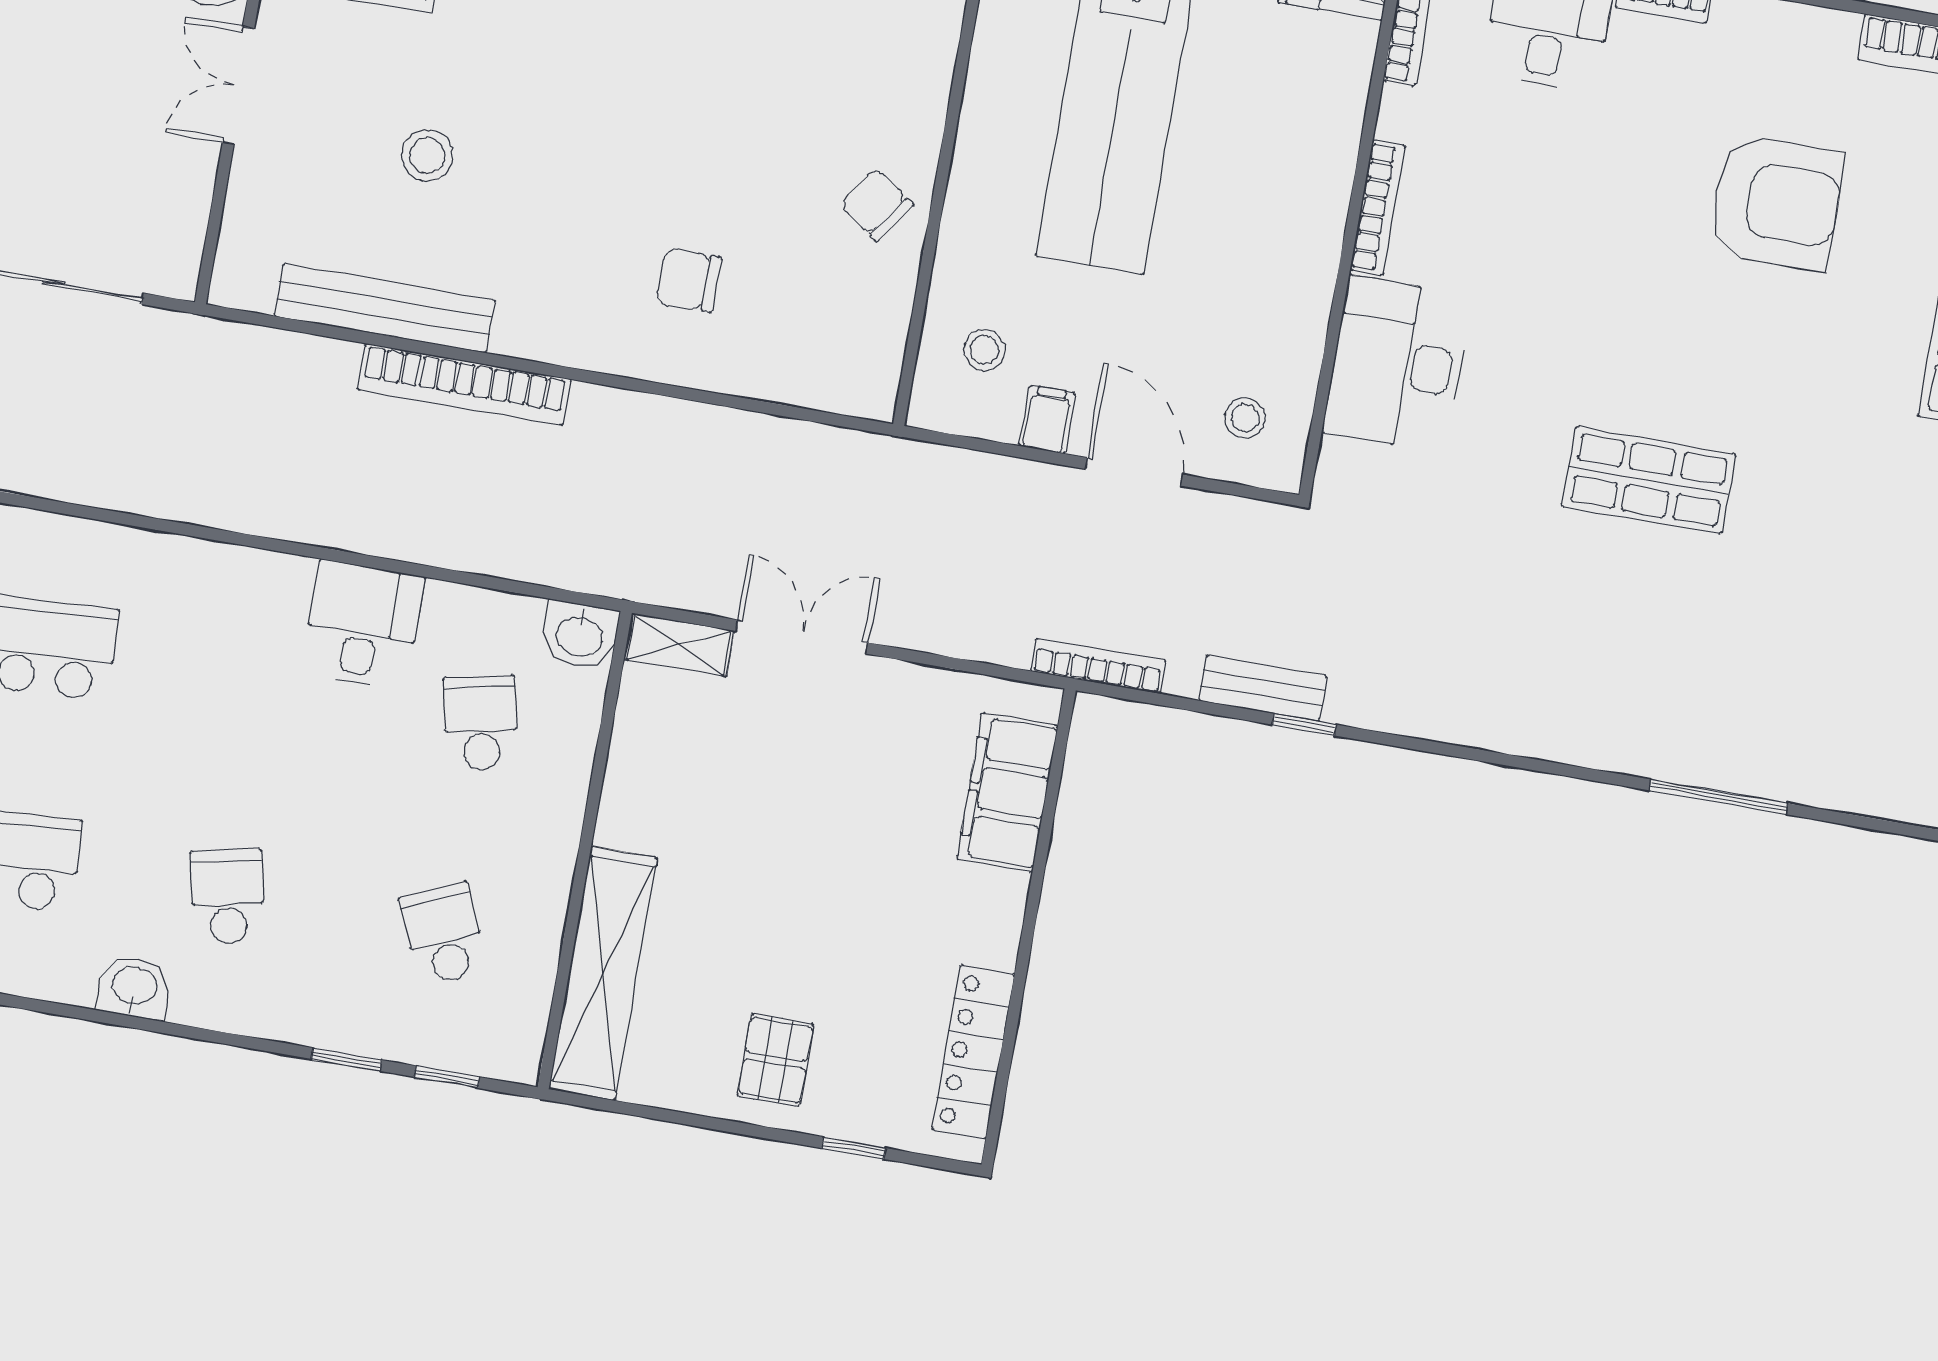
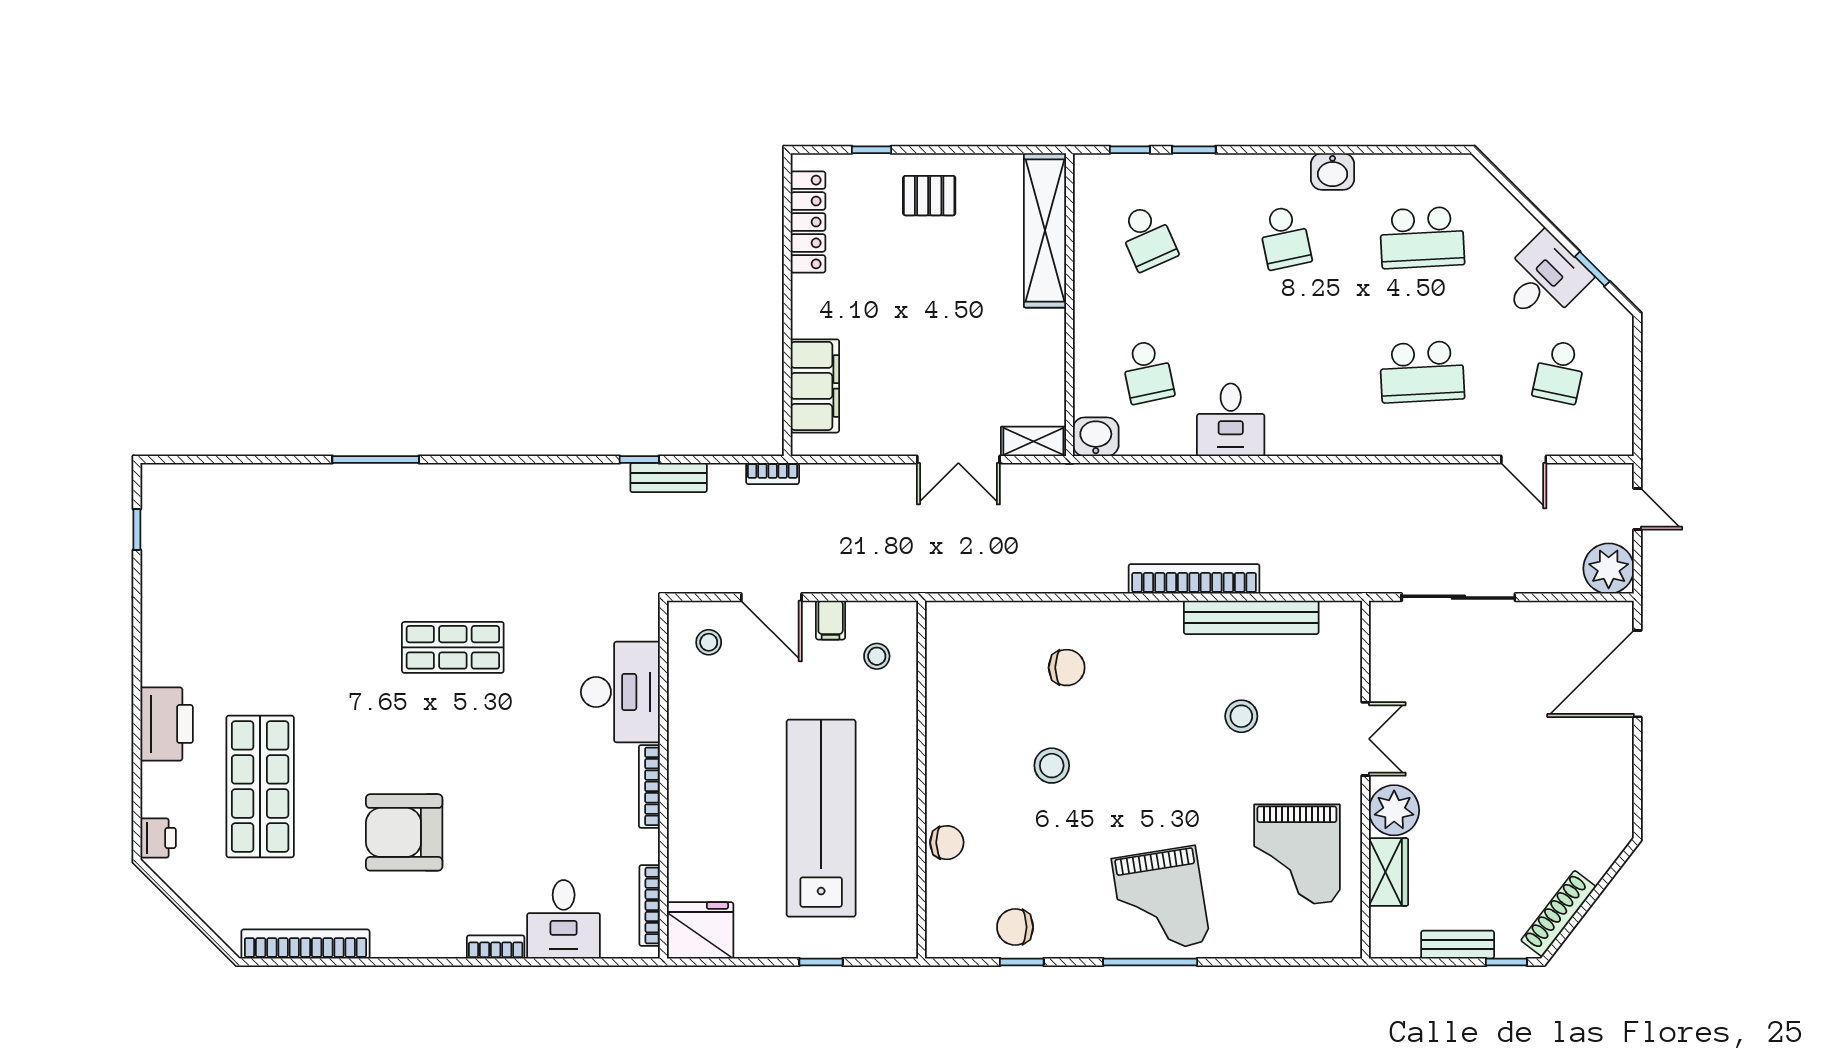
stool: (739, 130) -> (1052, 766), added
chair: (876, 205) -> (947, 843), moved, turned -36
bookcase: (1098, 666) -> (773, 474), width x0.64
pallet: (775, 1060) -> (929, 196), turned 90

